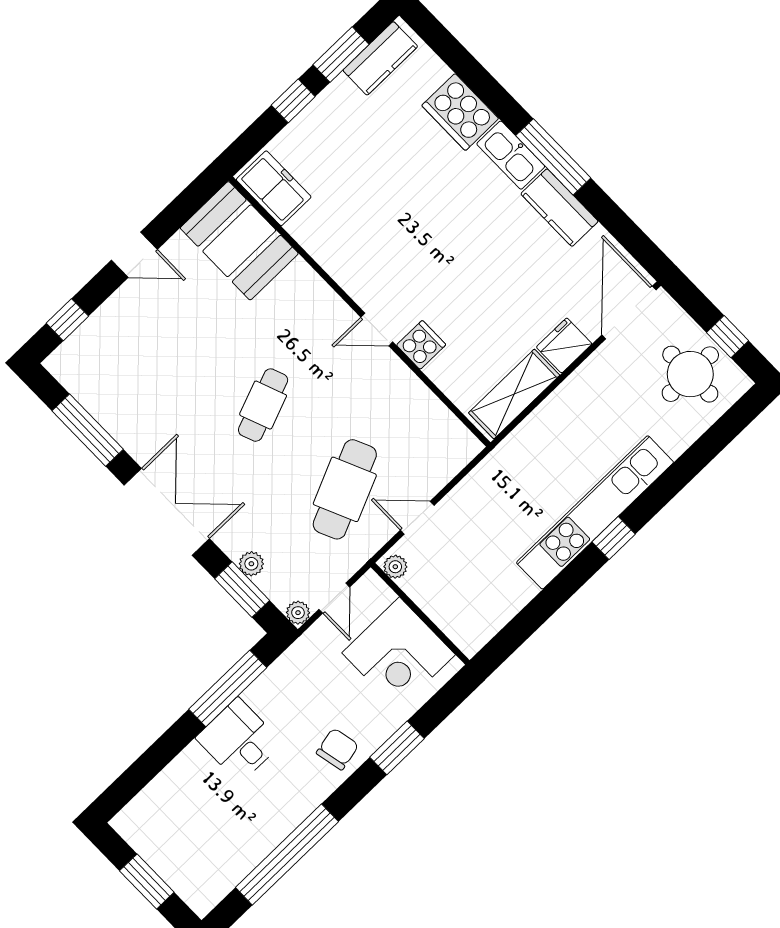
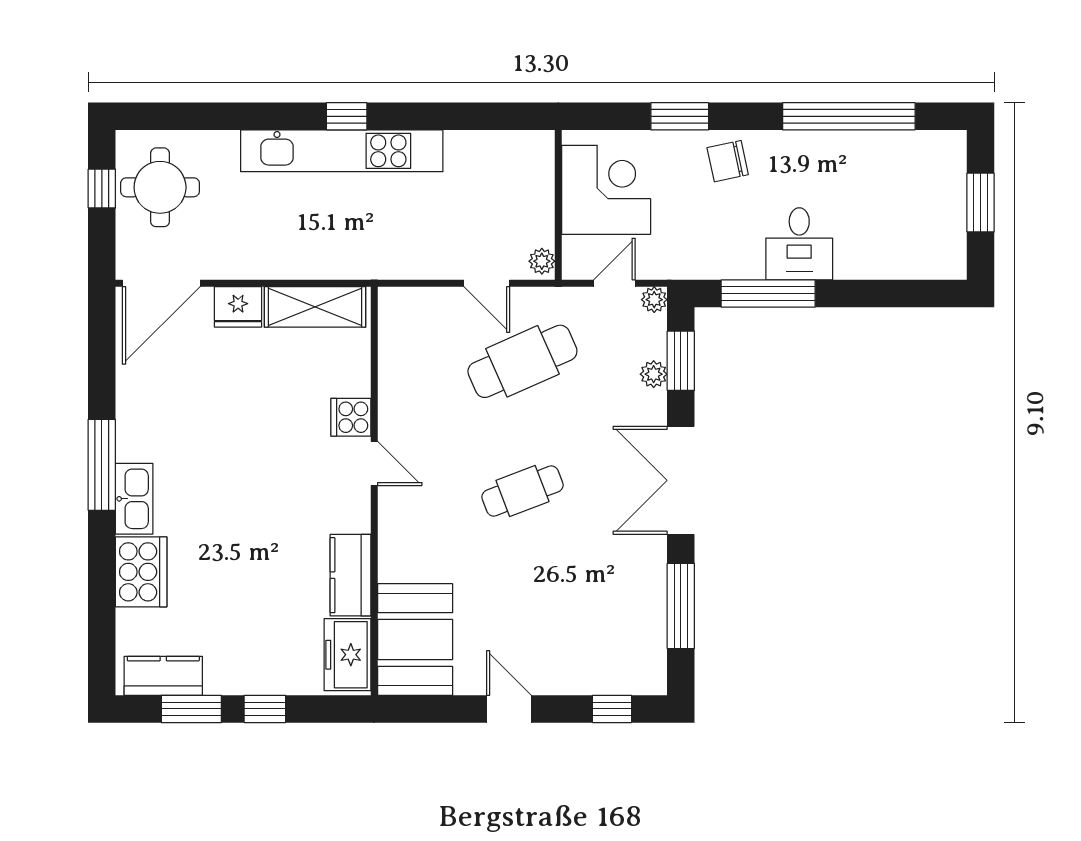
kitchen counter: (559, 208) -> (350, 575), moved, turned 180

